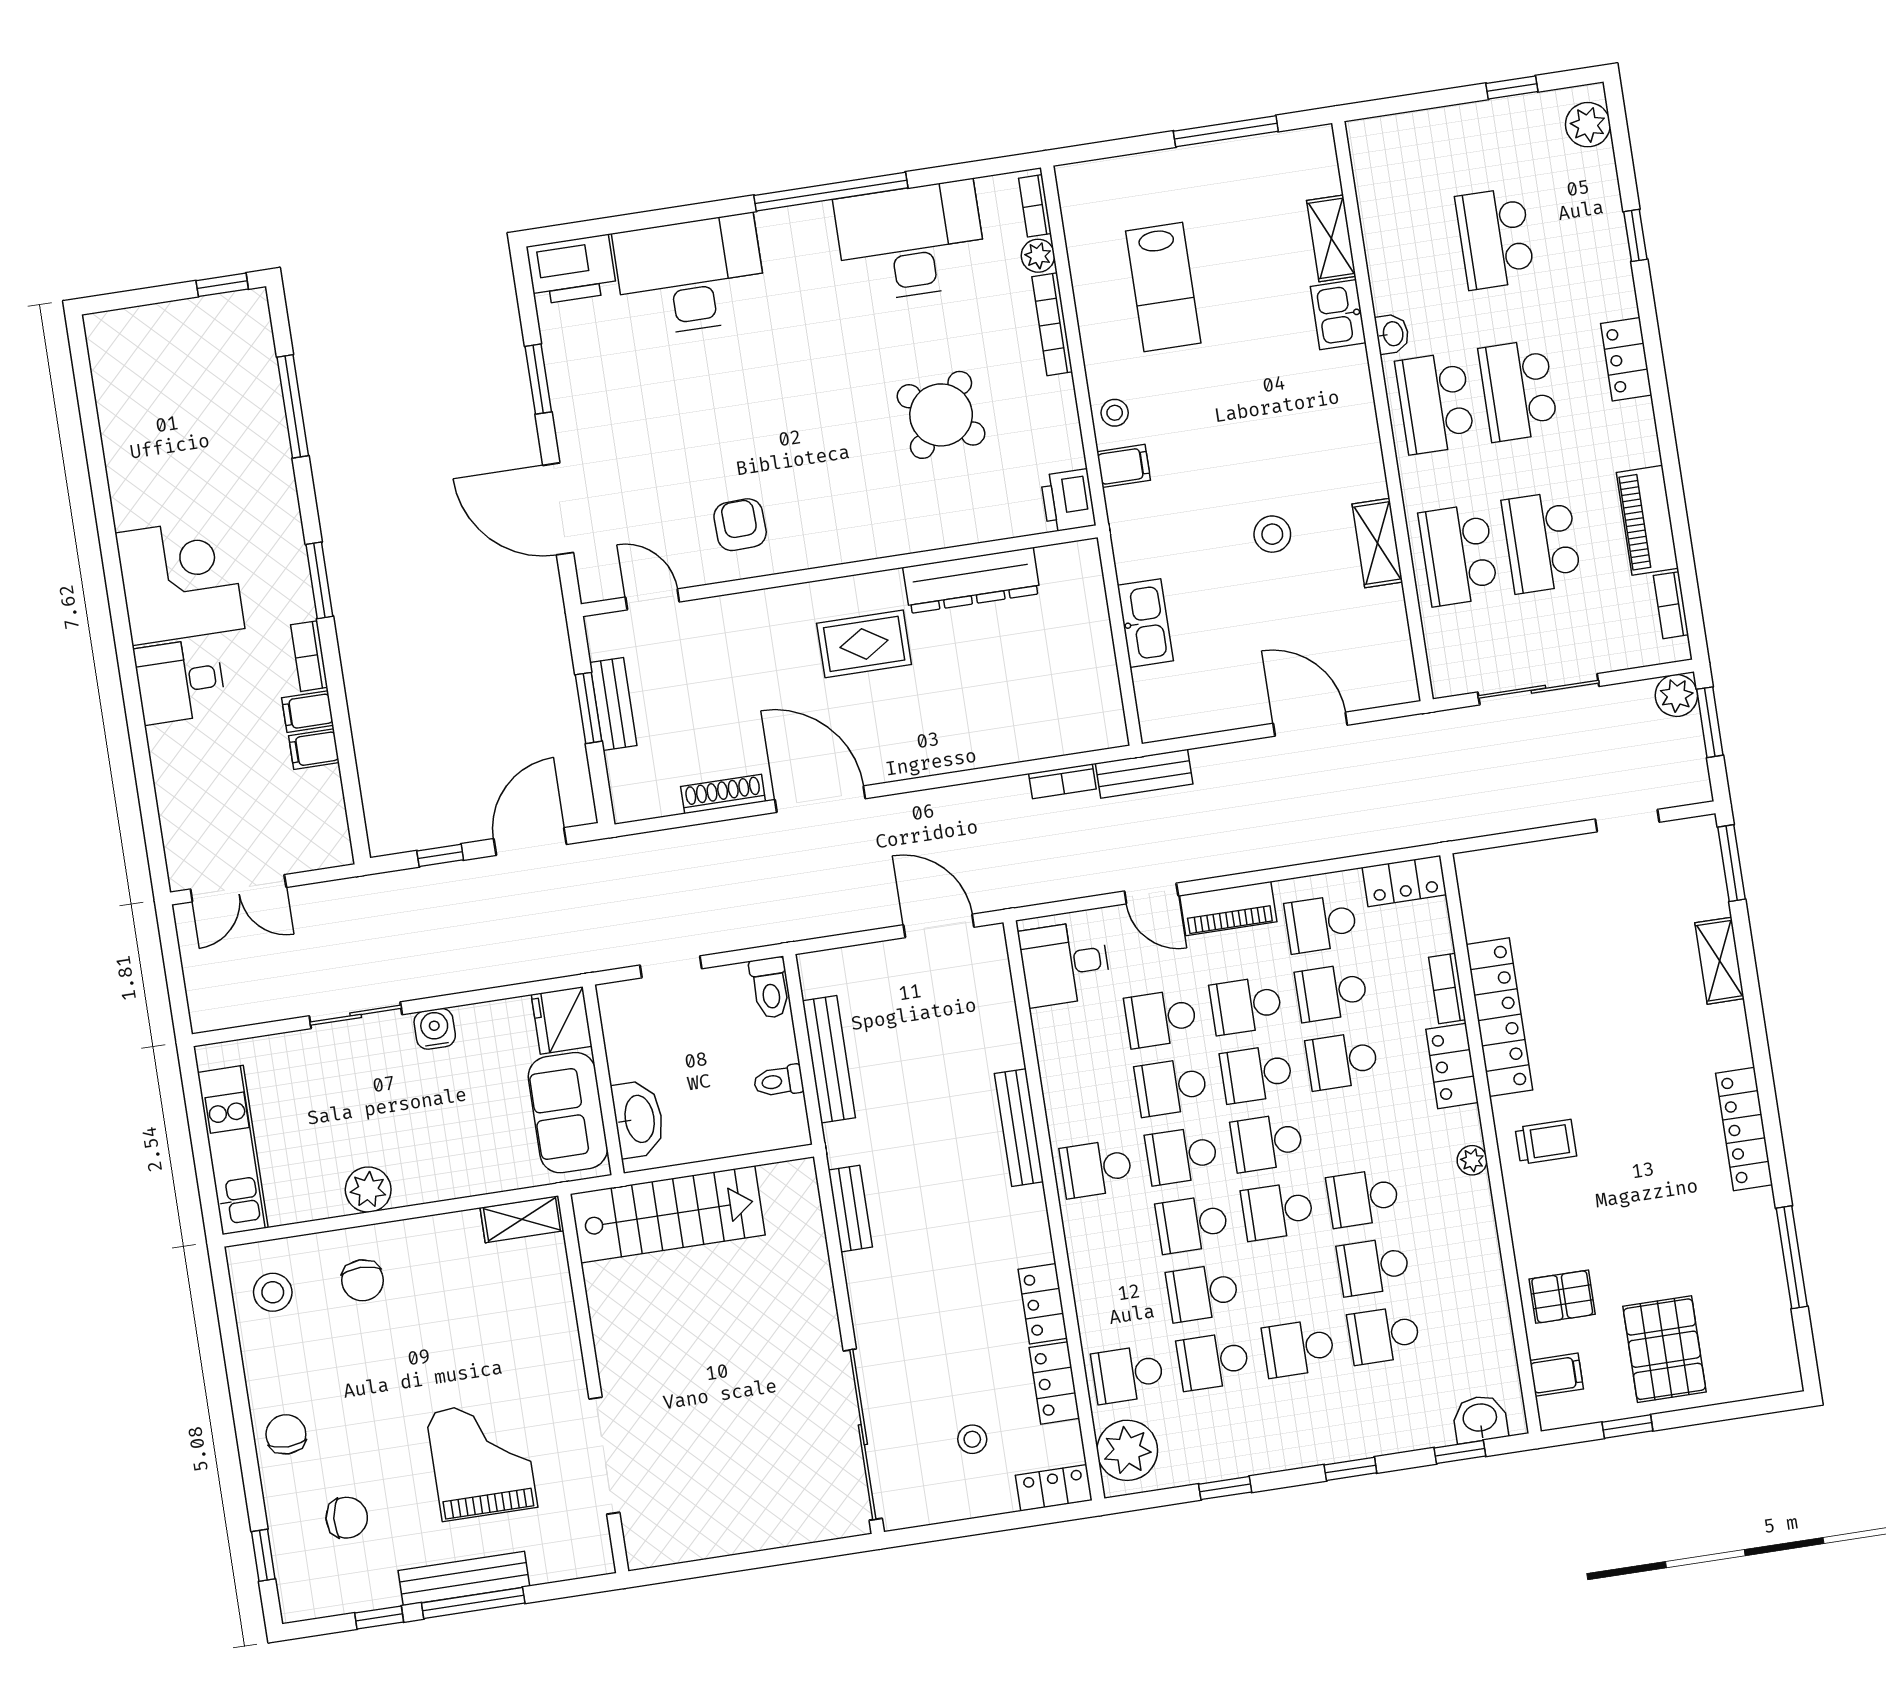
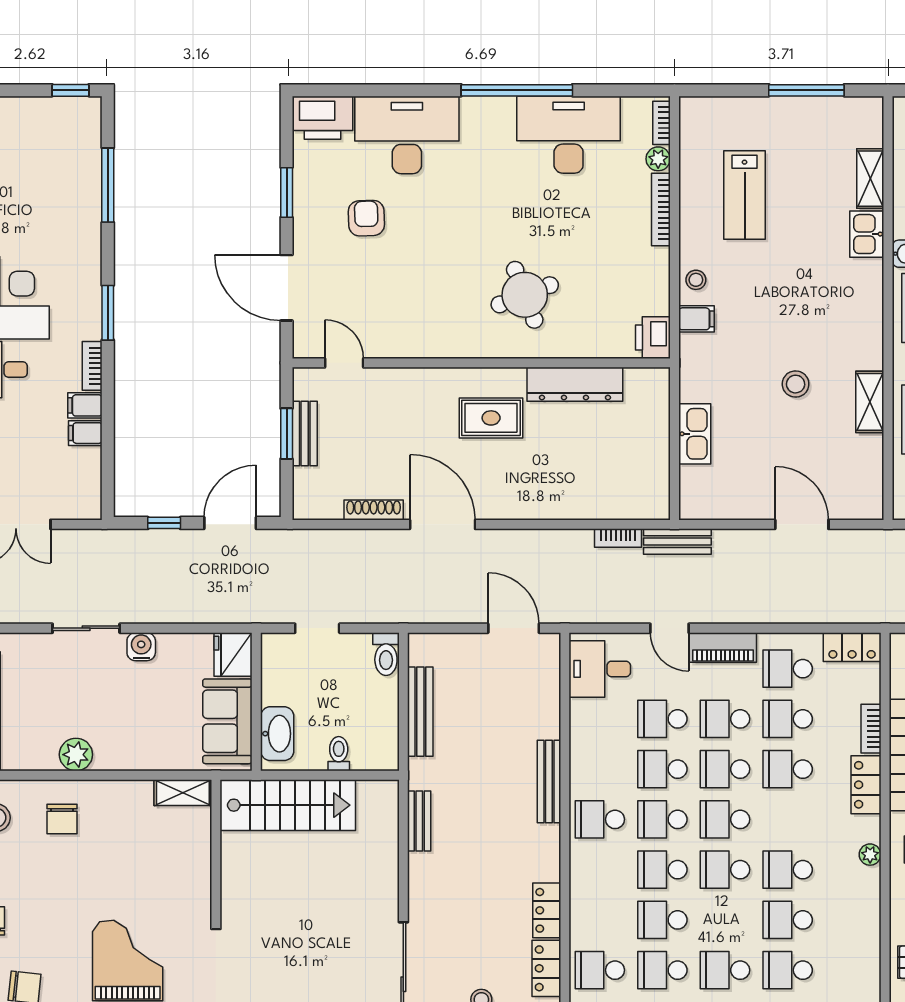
round table: (941, 415) -> (525, 295), moved, turned 30
armchair: (740, 525) -> (366, 218), moved
toilet: (778, 1081) -> (339, 754), moved, turned 90

